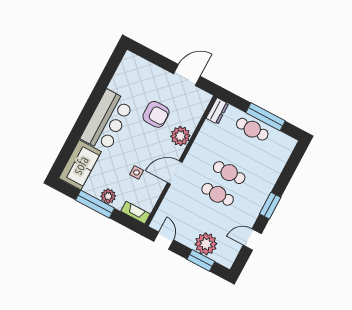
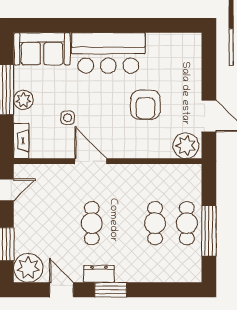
dresser: (217, 111) -> (99, 274), moved, turned 180
plant: (180, 136) -> (186, 146), moved
cafe table: (229, 173) -> (155, 223), moved
plant: (206, 244) -> (28, 268), moved

